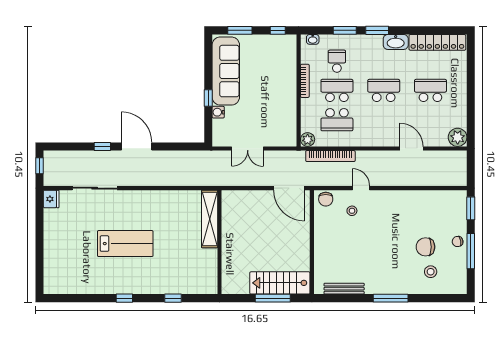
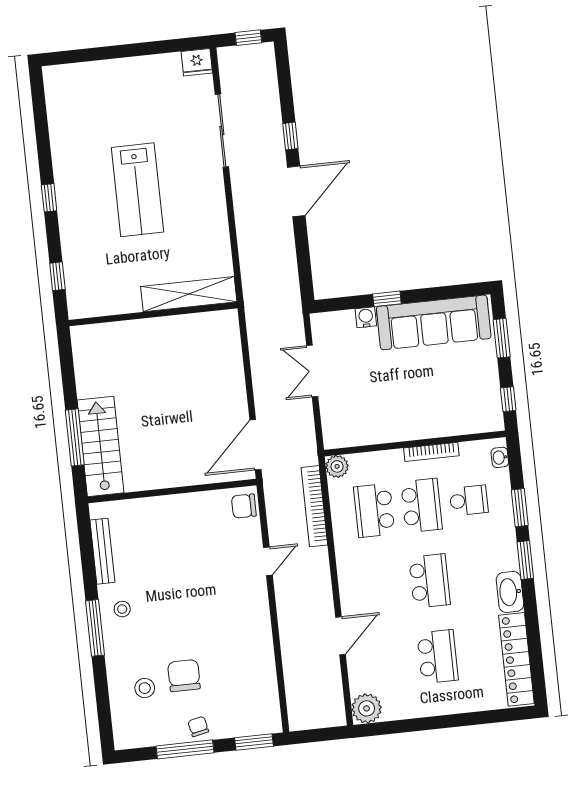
stool: (352, 211) -> (122, 609), moved
shelving: (210, 219) -> (189, 294), moved
wall: (219, 242) -> (153, 314), moved

